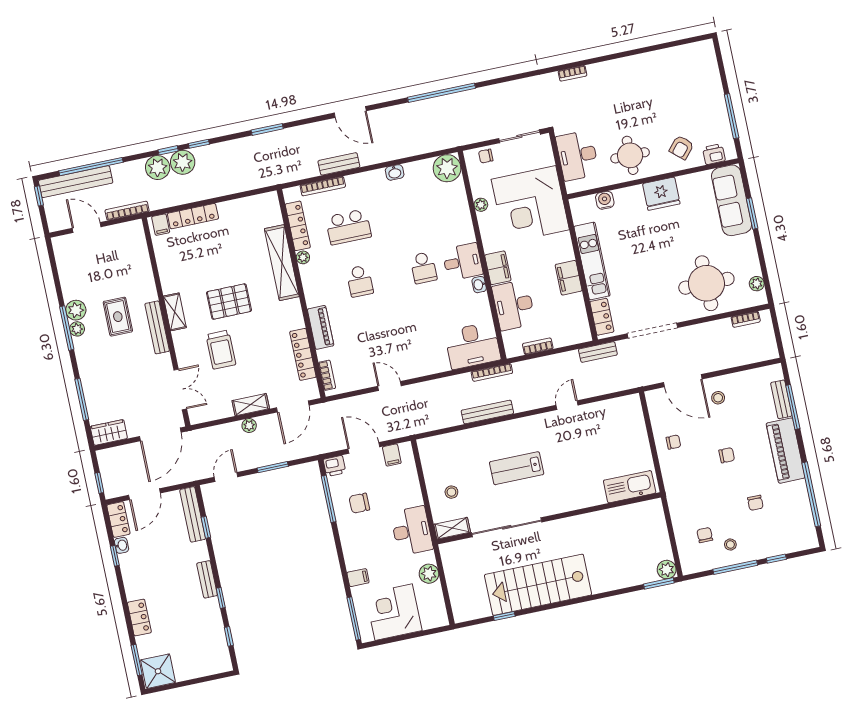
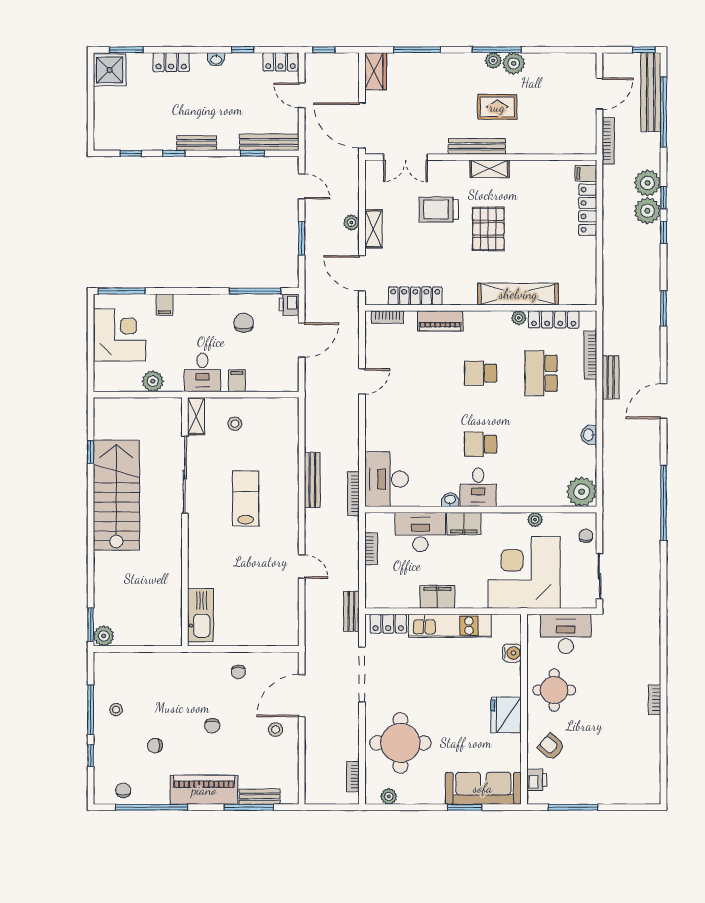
bookcase: (572, 73) -> (655, 700), moved
filing cabinet: (392, 455) -> (237, 381), moved, turned 90
door: (144, 494) -> (302, 95), width x0.73
desk: (412, 531) -> (202, 372), width x0.73
chair: (705, 535) -> (123, 790), moved, turned -91
washbasin: (122, 545) -> (216, 59), moved

